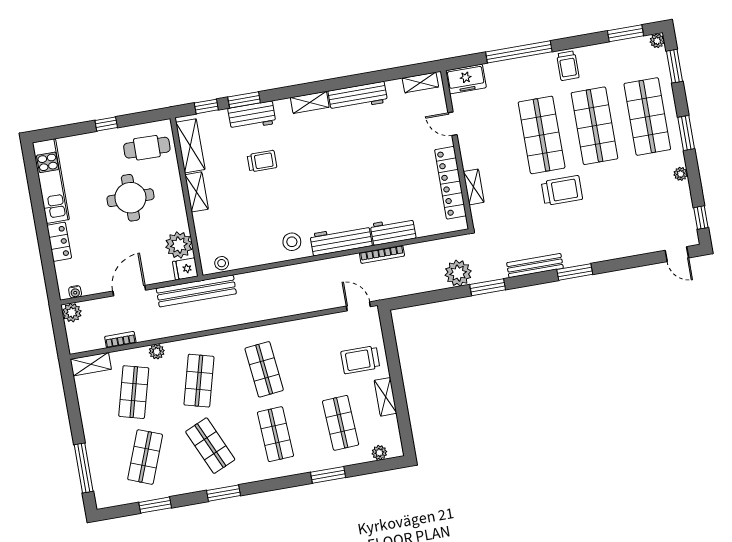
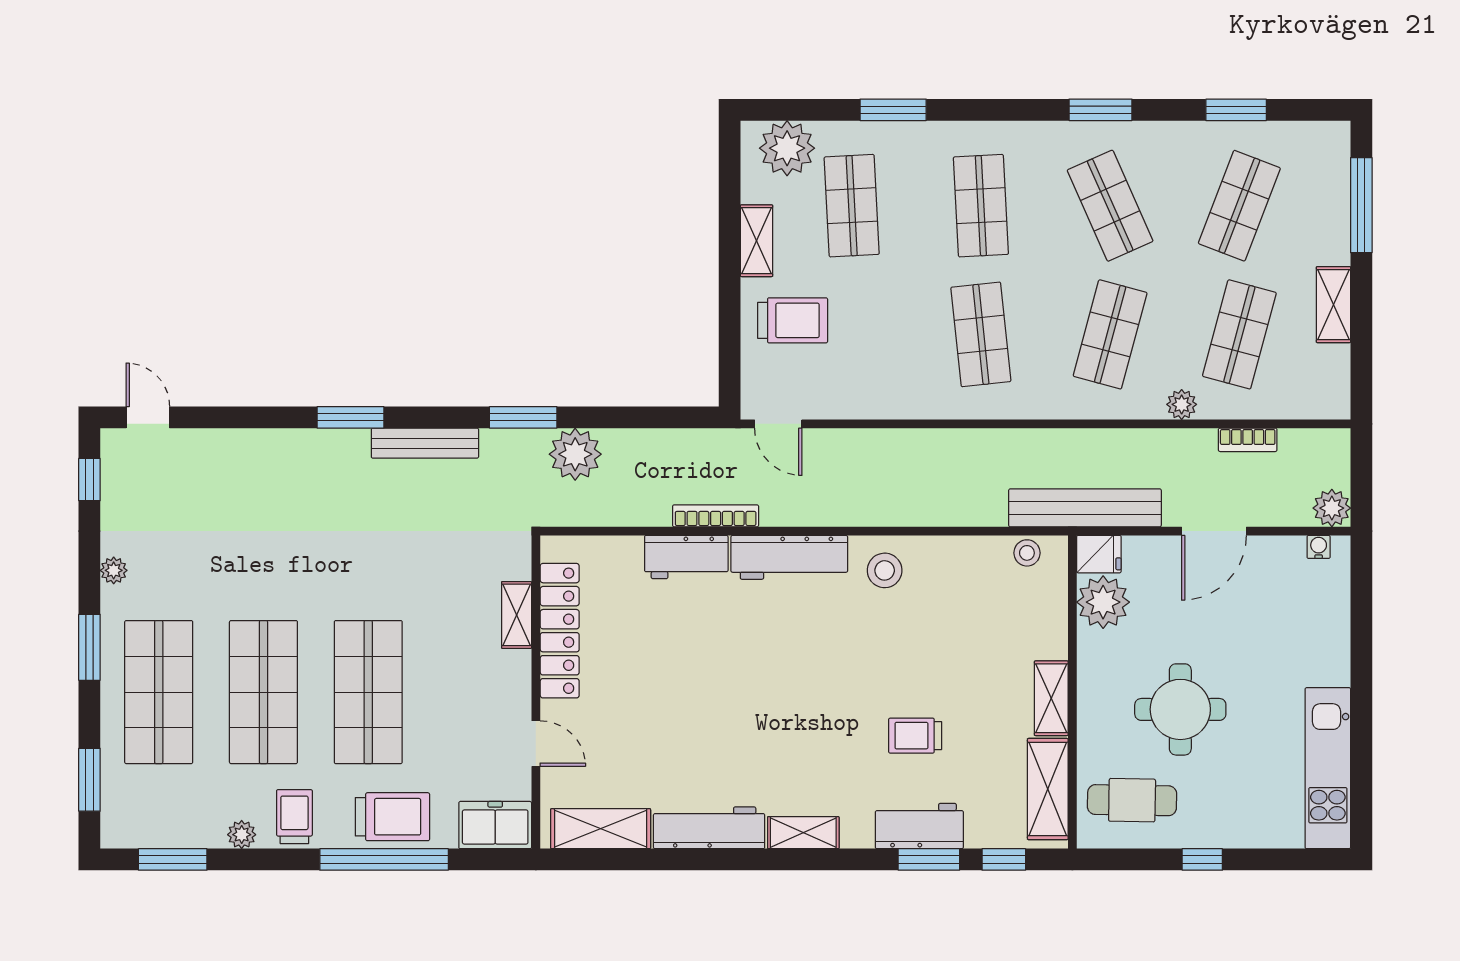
plant: (657, 41) -> (242, 835), moved
shelving: (420, 83) -> (601, 829), width x1.50, depth x1.33
trolley: (562, 190) -> (392, 817), moved, turned 180
locker: (59, 242) -> (1332, 649), removed
shelving: (91, 364) -> (1333, 305), moved, turned 90
plant: (379, 453) -> (787, 148), width x1.88, depth x1.88

